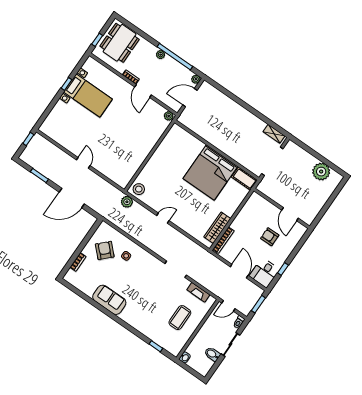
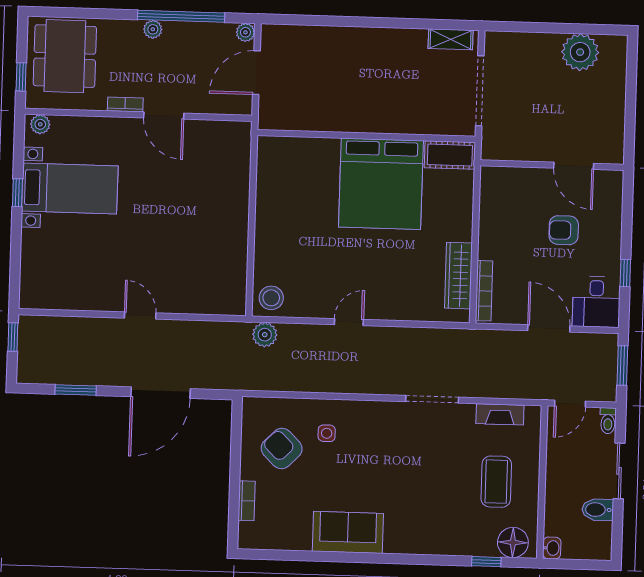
plant: (169, 116) -> (40, 124), moved
floor lamp: (171, 345) -> (513, 542), added

